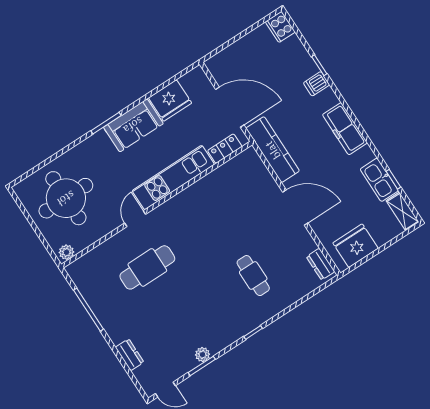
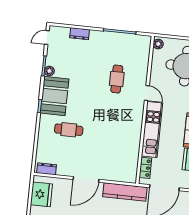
cafe table: (147, 267) -> (117, 79), width x0.73, depth x0.74
booth: (227, 325) -> (54, 96), added

